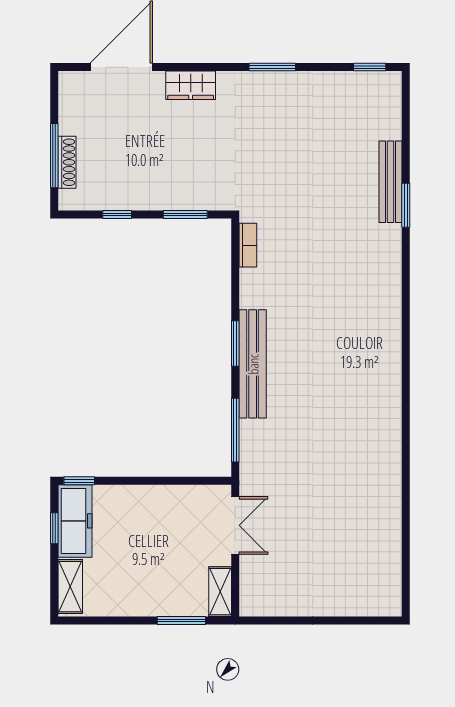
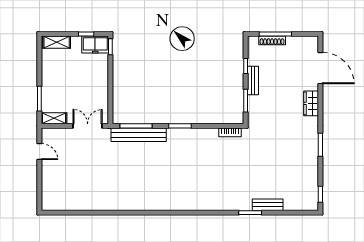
bench: (391, 182) -> (268, 205), width x0.73
bench: (146, 200) -> (253, 81), added
bench: (253, 364) -> (139, 135), moved
freezer: (75, 521) -> (95, 45), width x0.71
double door: (235, 525) -> (88, 126), swing flipped
door: (286, 620) -> (39, 152), added

